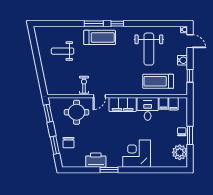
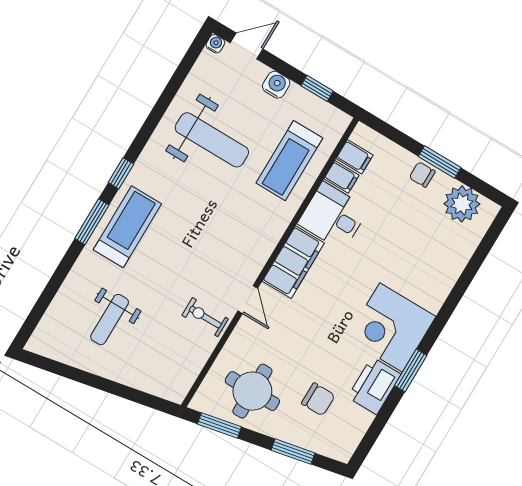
round table: (77, 112) -> (252, 391), moved
chair: (69, 143) -> (318, 399), moved
corner desk: (137, 154) -> (391, 327), moved

